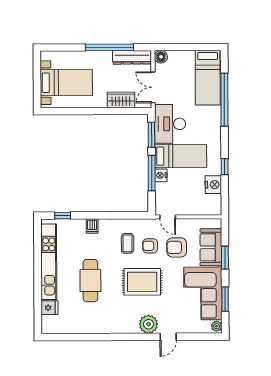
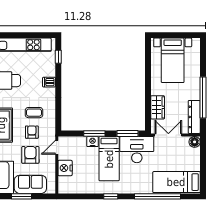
window: (225, 167) -> (111, 196), moved
window: (152, 173) -> (94, 134), width x0.69
nightstand: (213, 185) -> (65, 168), moved, turned 90

